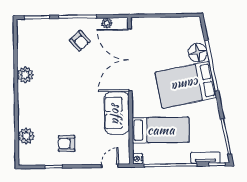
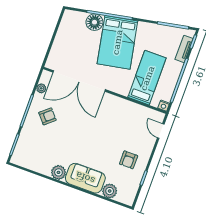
sofa: (117, 113) -> (85, 178), moved, turned 180

